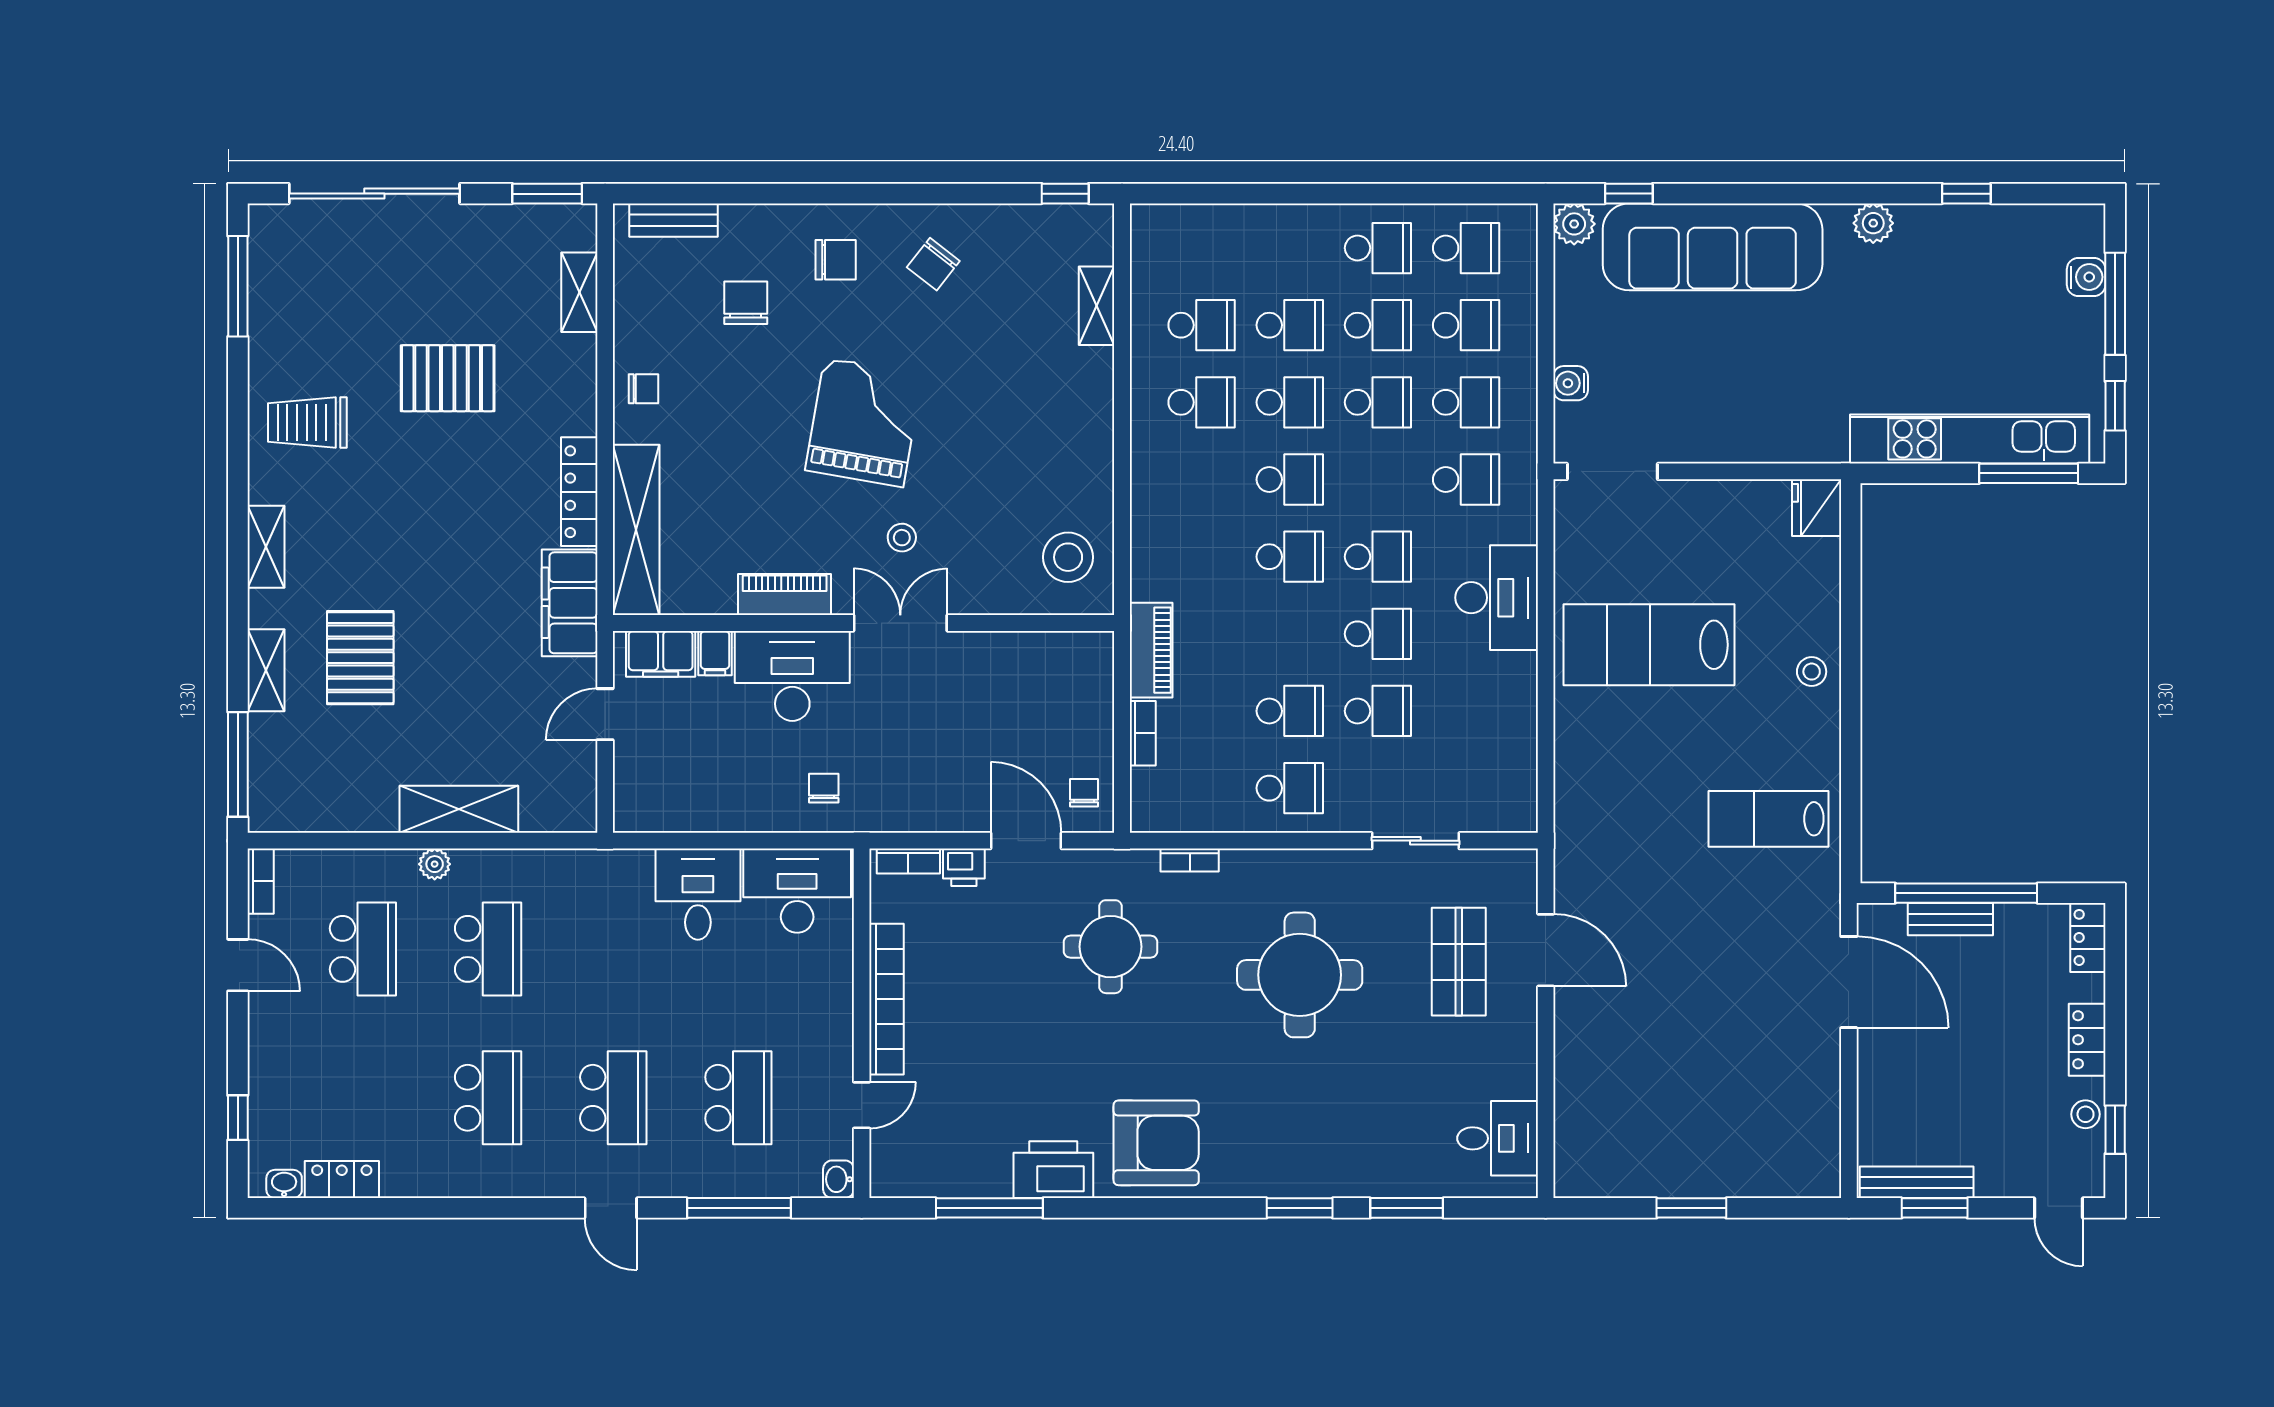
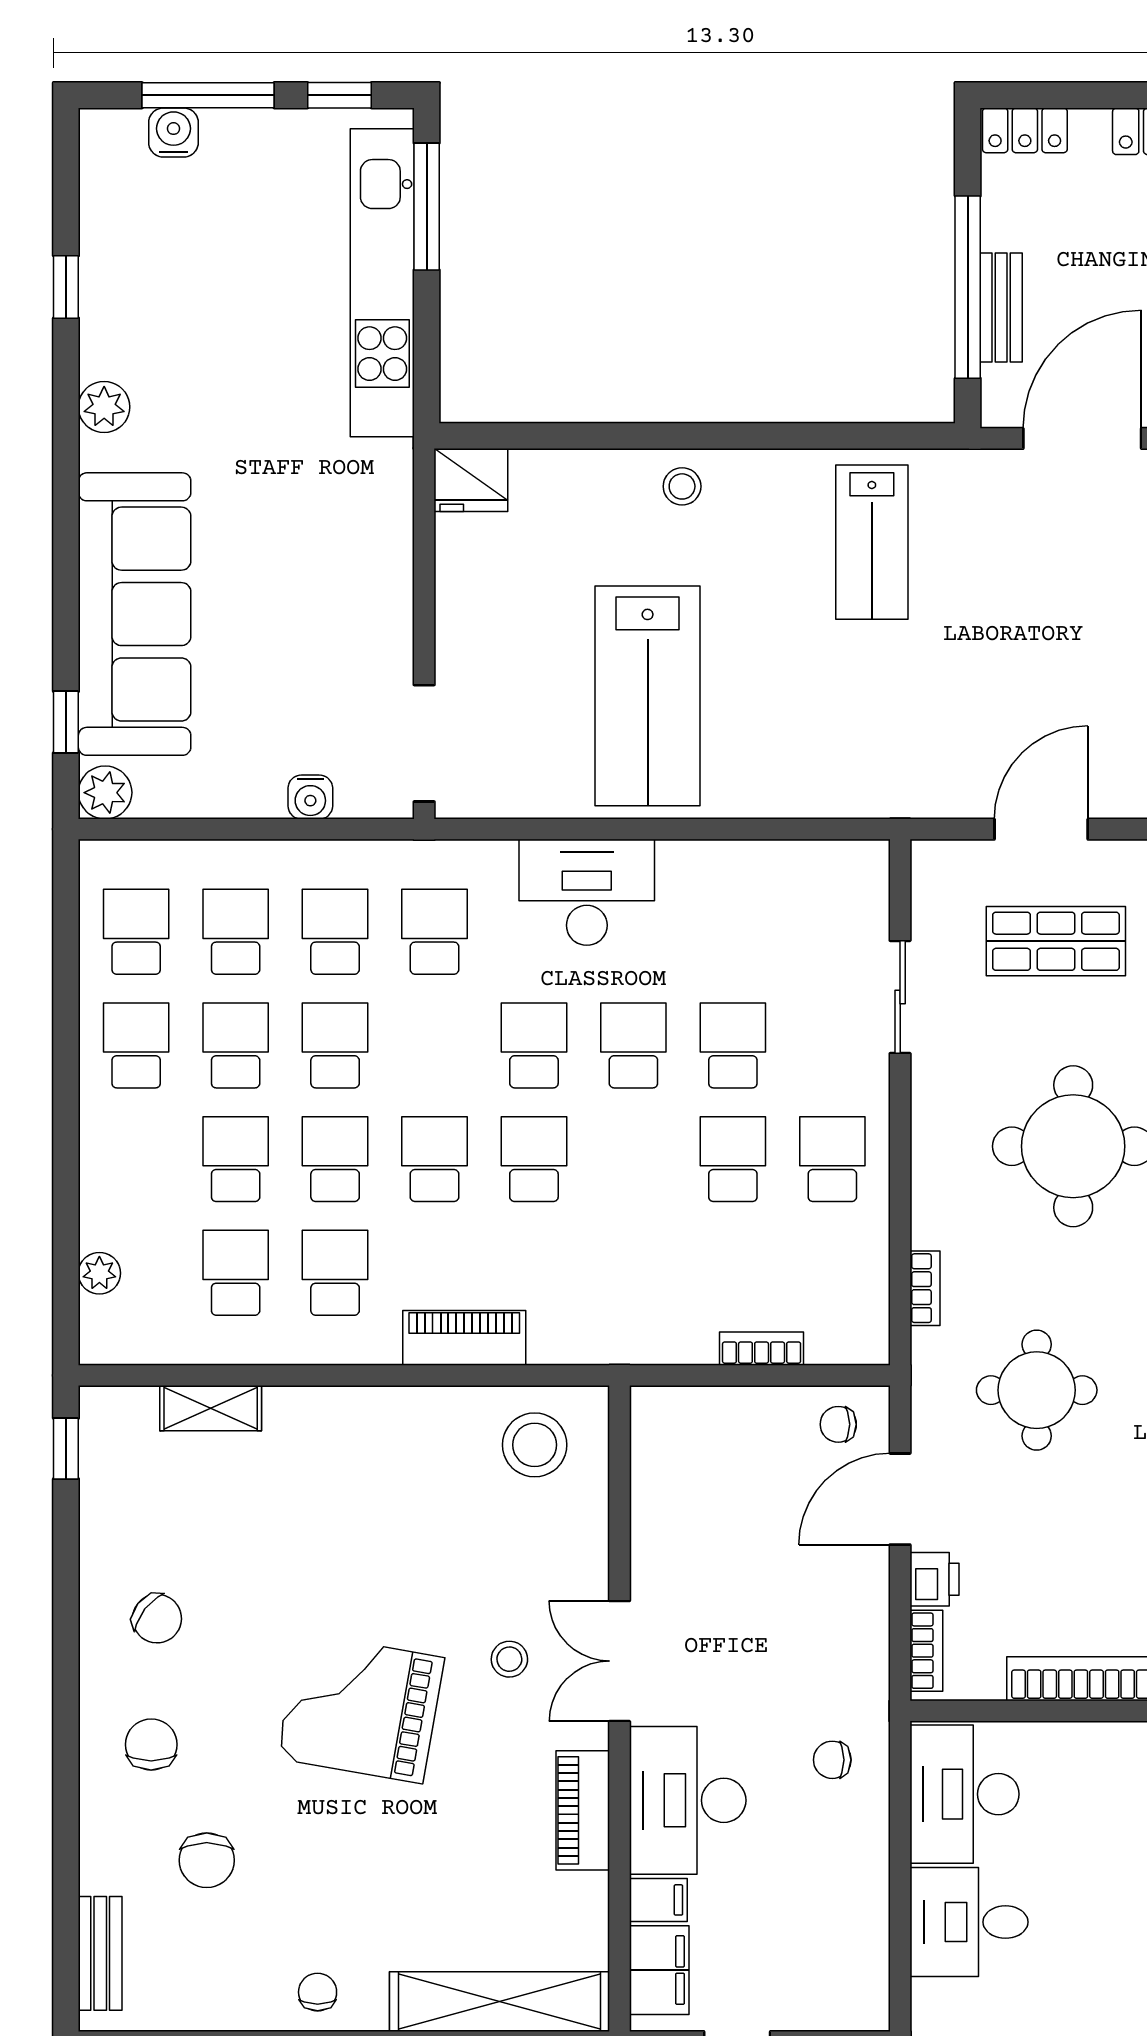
plant: (1201, 220) -> (99, 1273), added
chair: (746, 303) -> (207, 1860), turned -90
piano: (1151, 650) -> (464, 1338), moved

